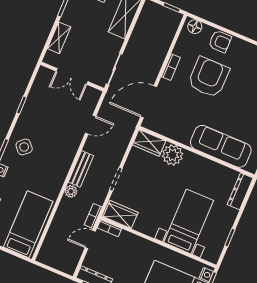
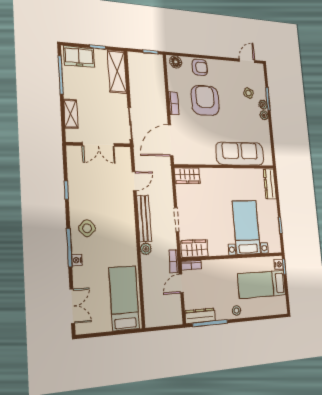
plant: (172, 155) -> (209, 178), removed
bench: (81, 169) -> (144, 218), width x1.36

